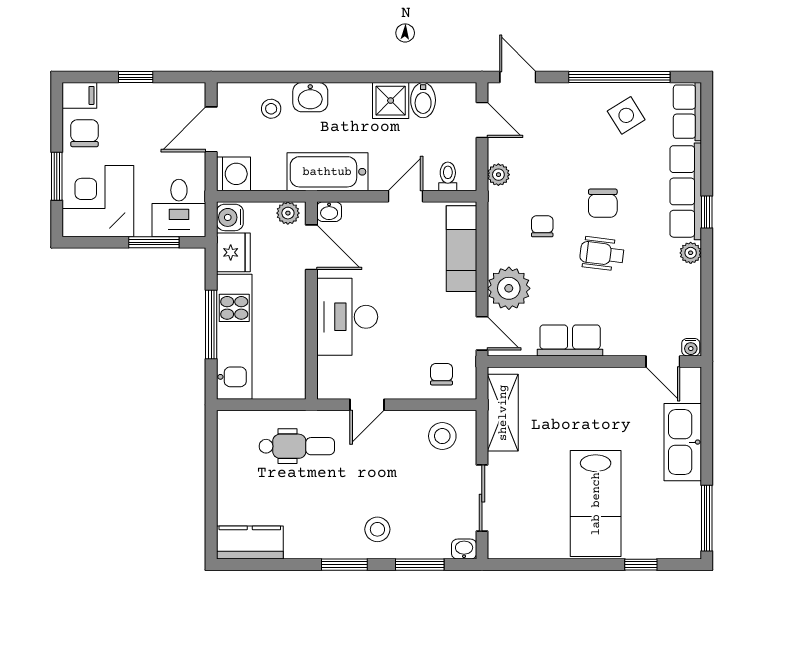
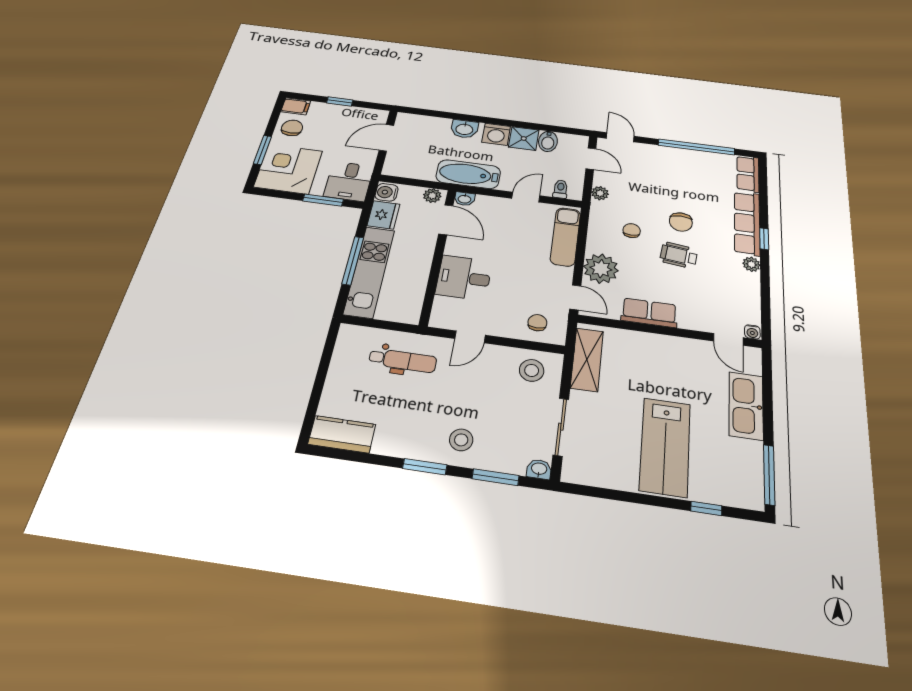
stool: (271, 109) -> (434, 132), removed
side table: (626, 115) -> (701, 170), removed
washing machine: (233, 174) -> (496, 134), moved, turned 90
desk: (347, 317) -> (464, 278), width x0.73

